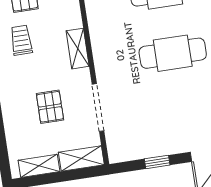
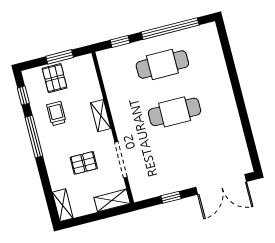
pallet: (50, 107) -> (84, 163), turned 90
shelving: (39, 166) -> (63, 205), moved, turned 90

